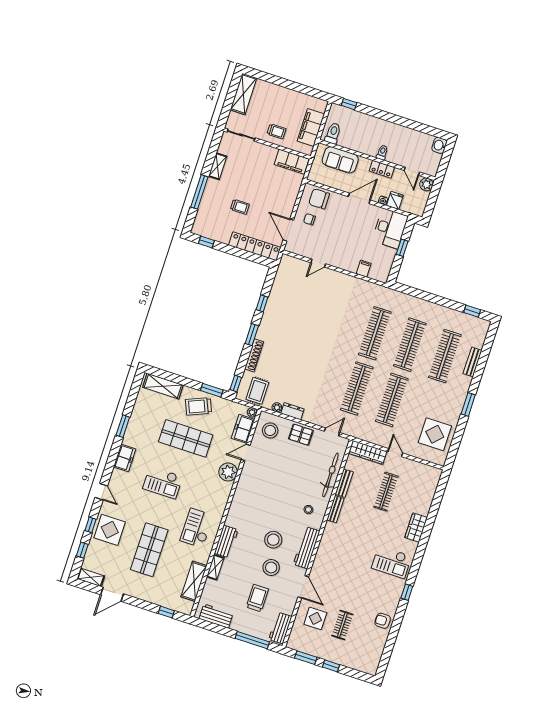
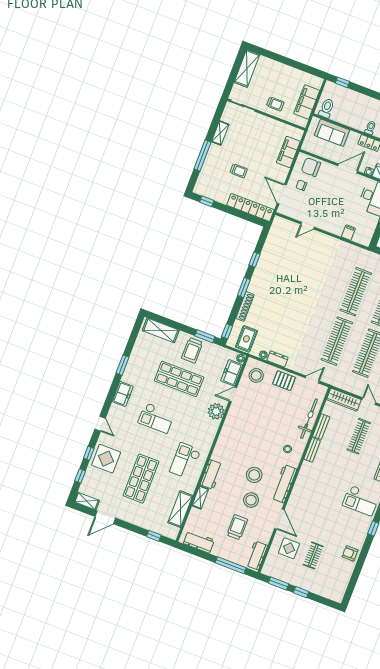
filing cabinet: (292, 162) -> (288, 152), moved, turned 90
trolley: (198, 406) -> (192, 350), turned -67

